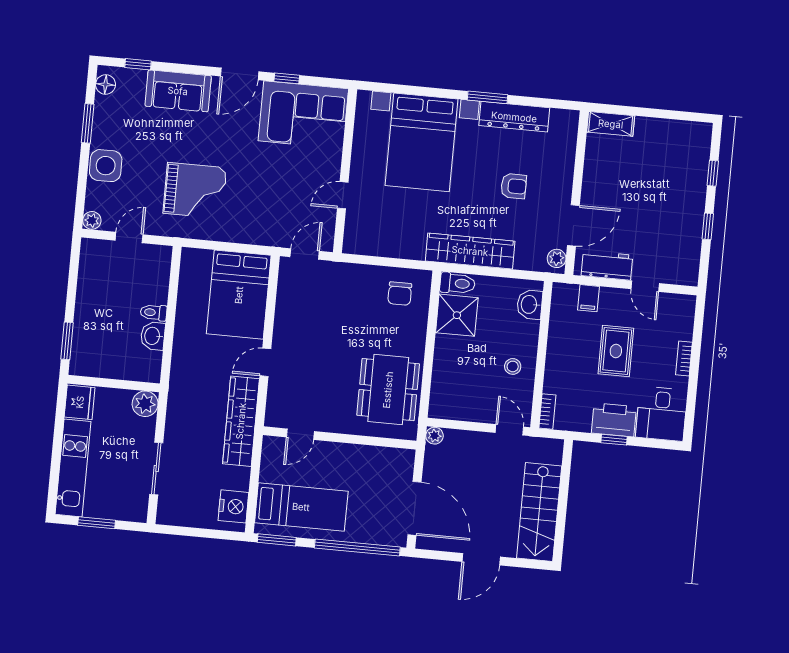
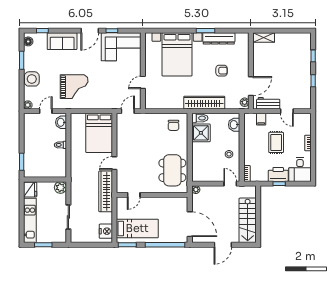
washbasin: (153, 336) -> (61, 122), moved

